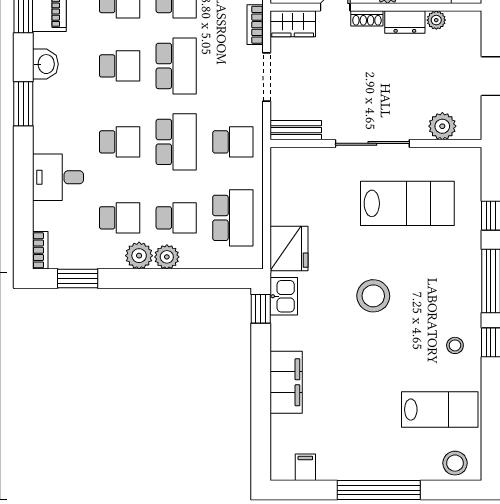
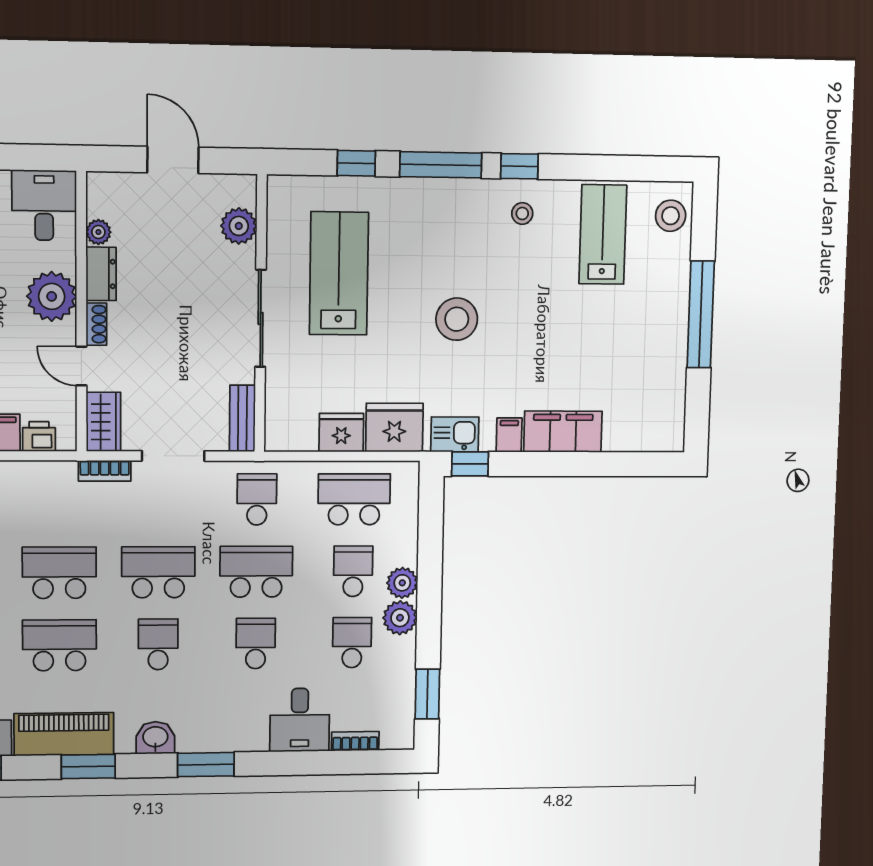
fridge: (285, 207) -> (341, 433), added
bookcase: (40, 250) -> (355, 741), moved
filing cabinet: (305, 467) -> (509, 435), moved, turned 90

